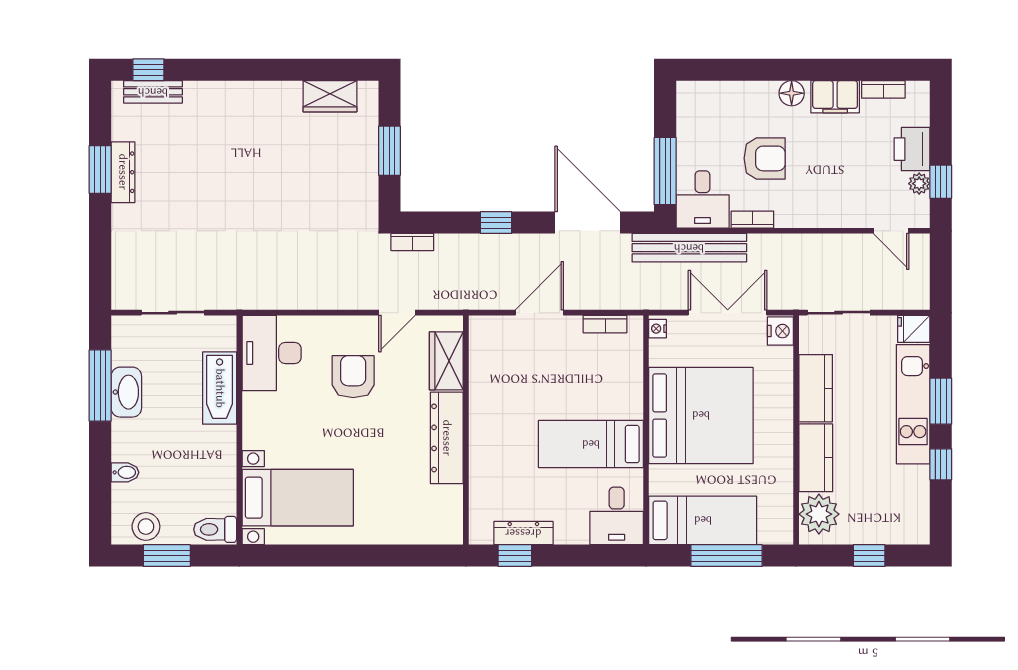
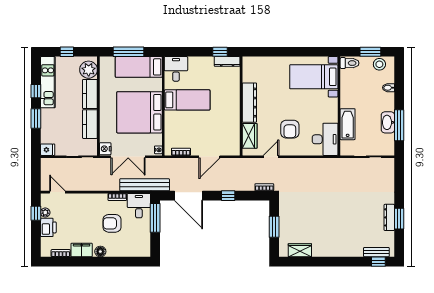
kitchen unit: (913, 404) -> (48, 82), moved
dresser: (523, 533) -> (227, 61), moved

